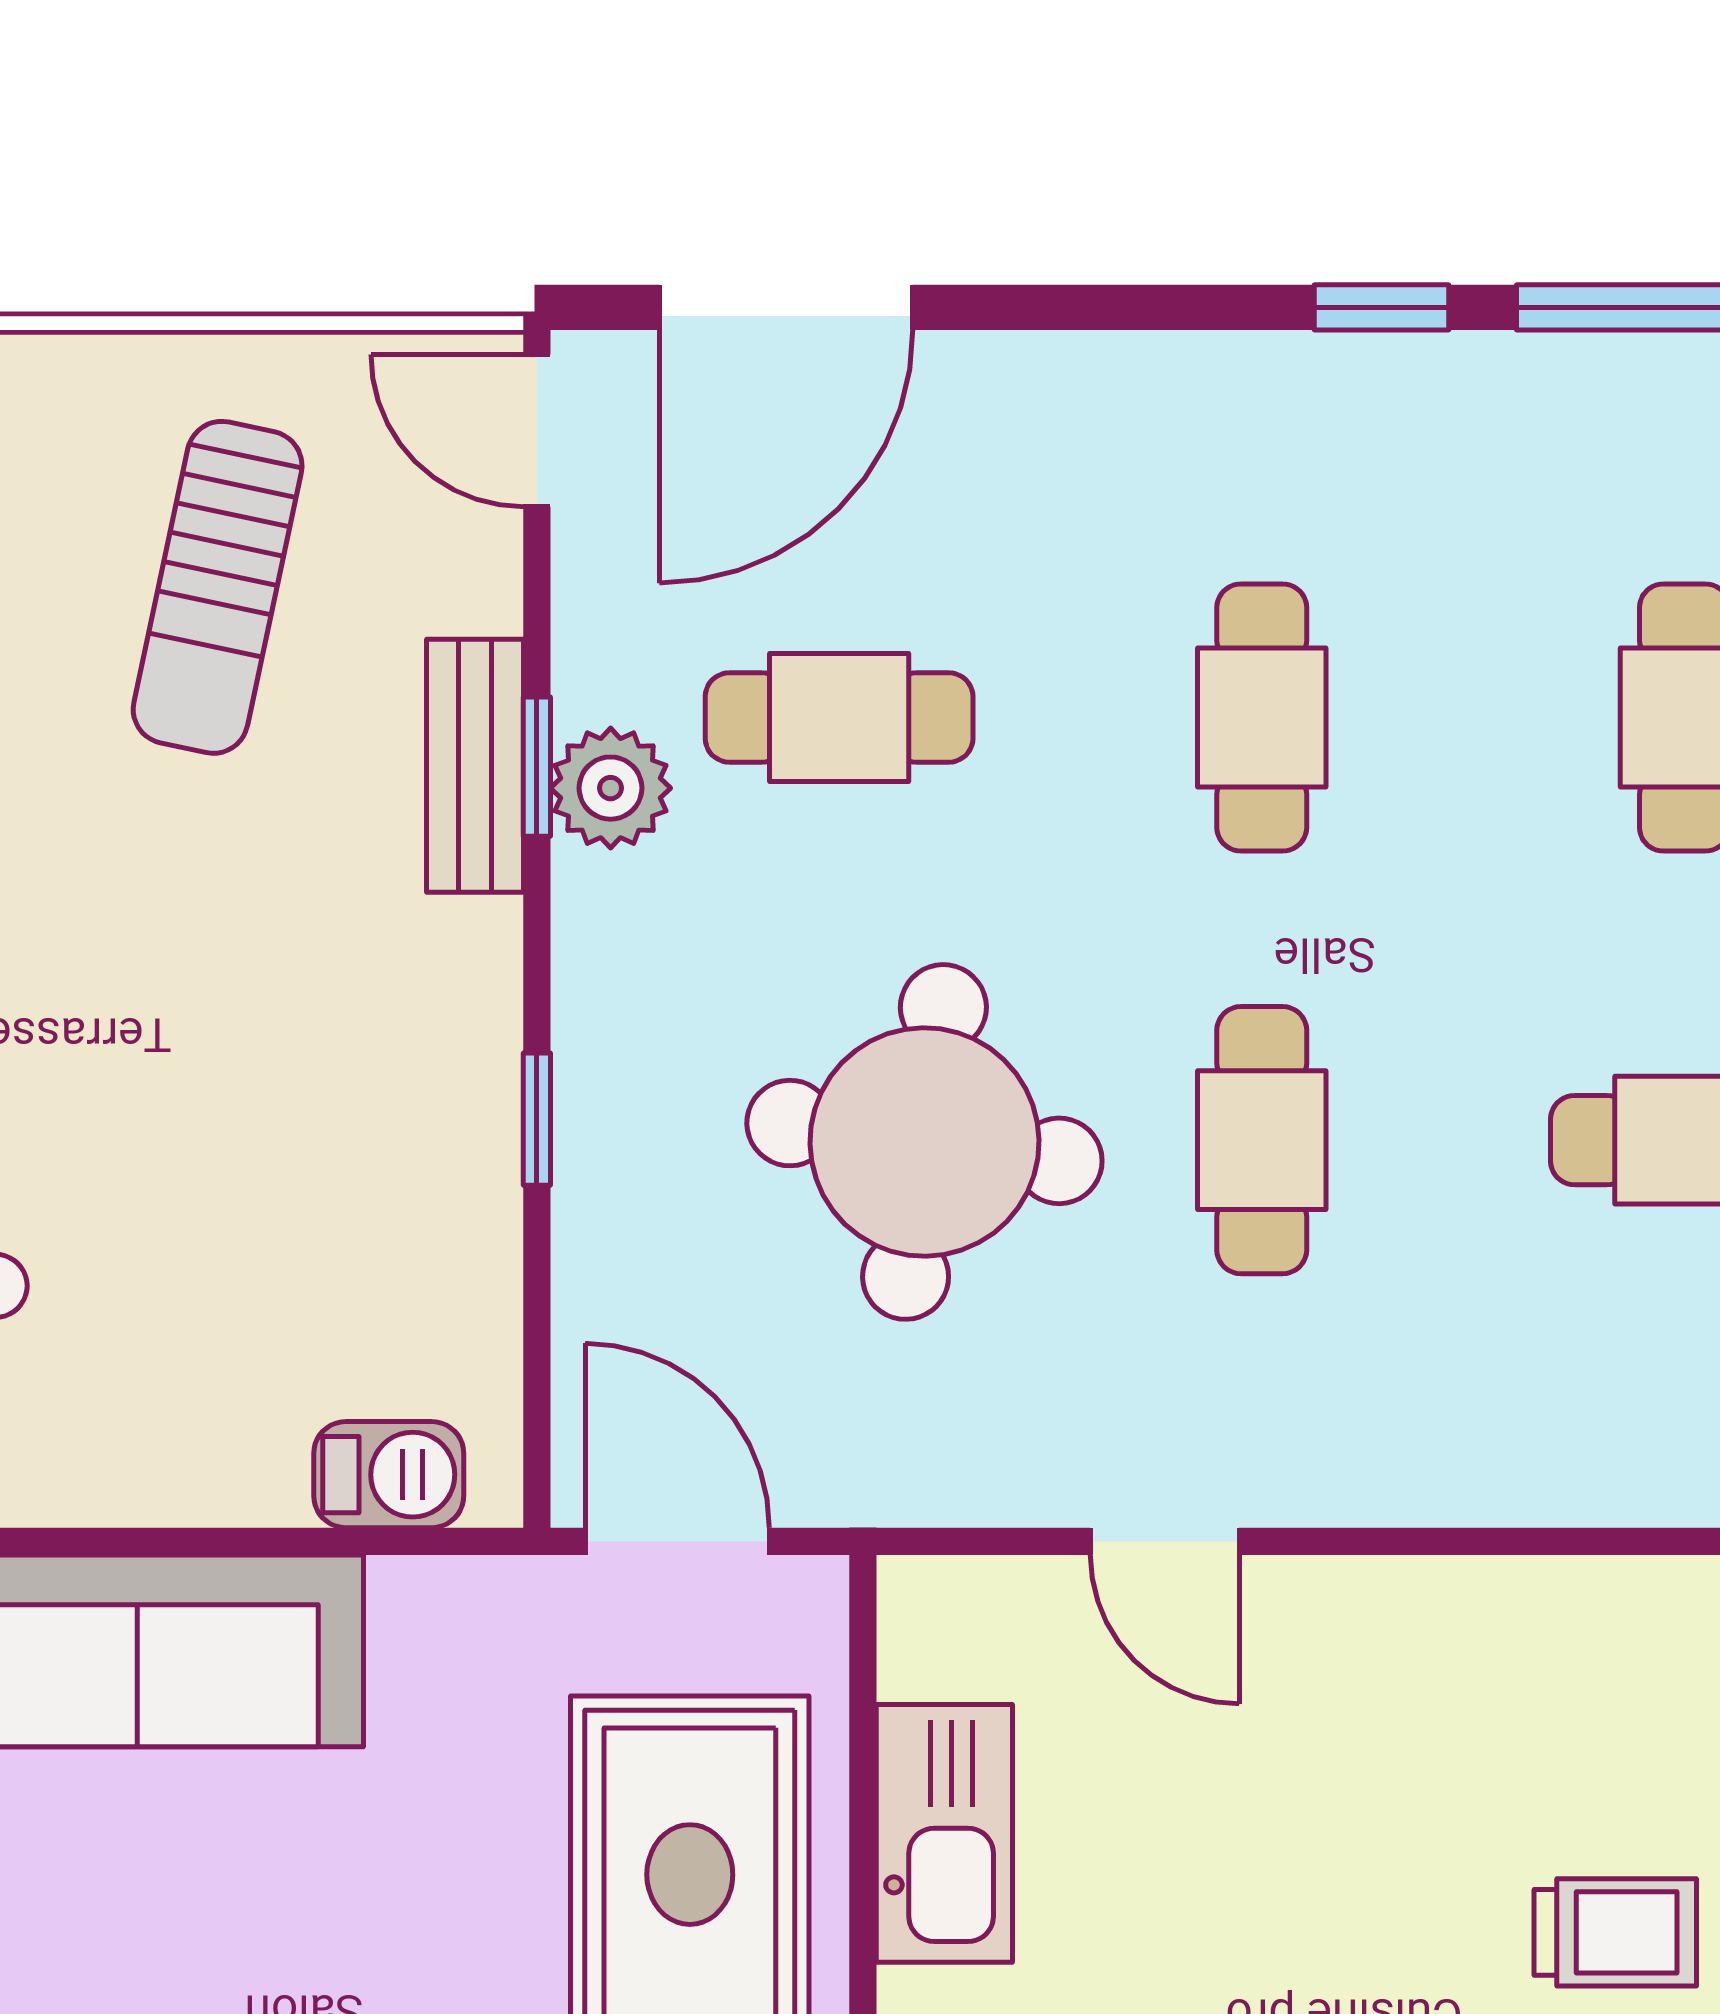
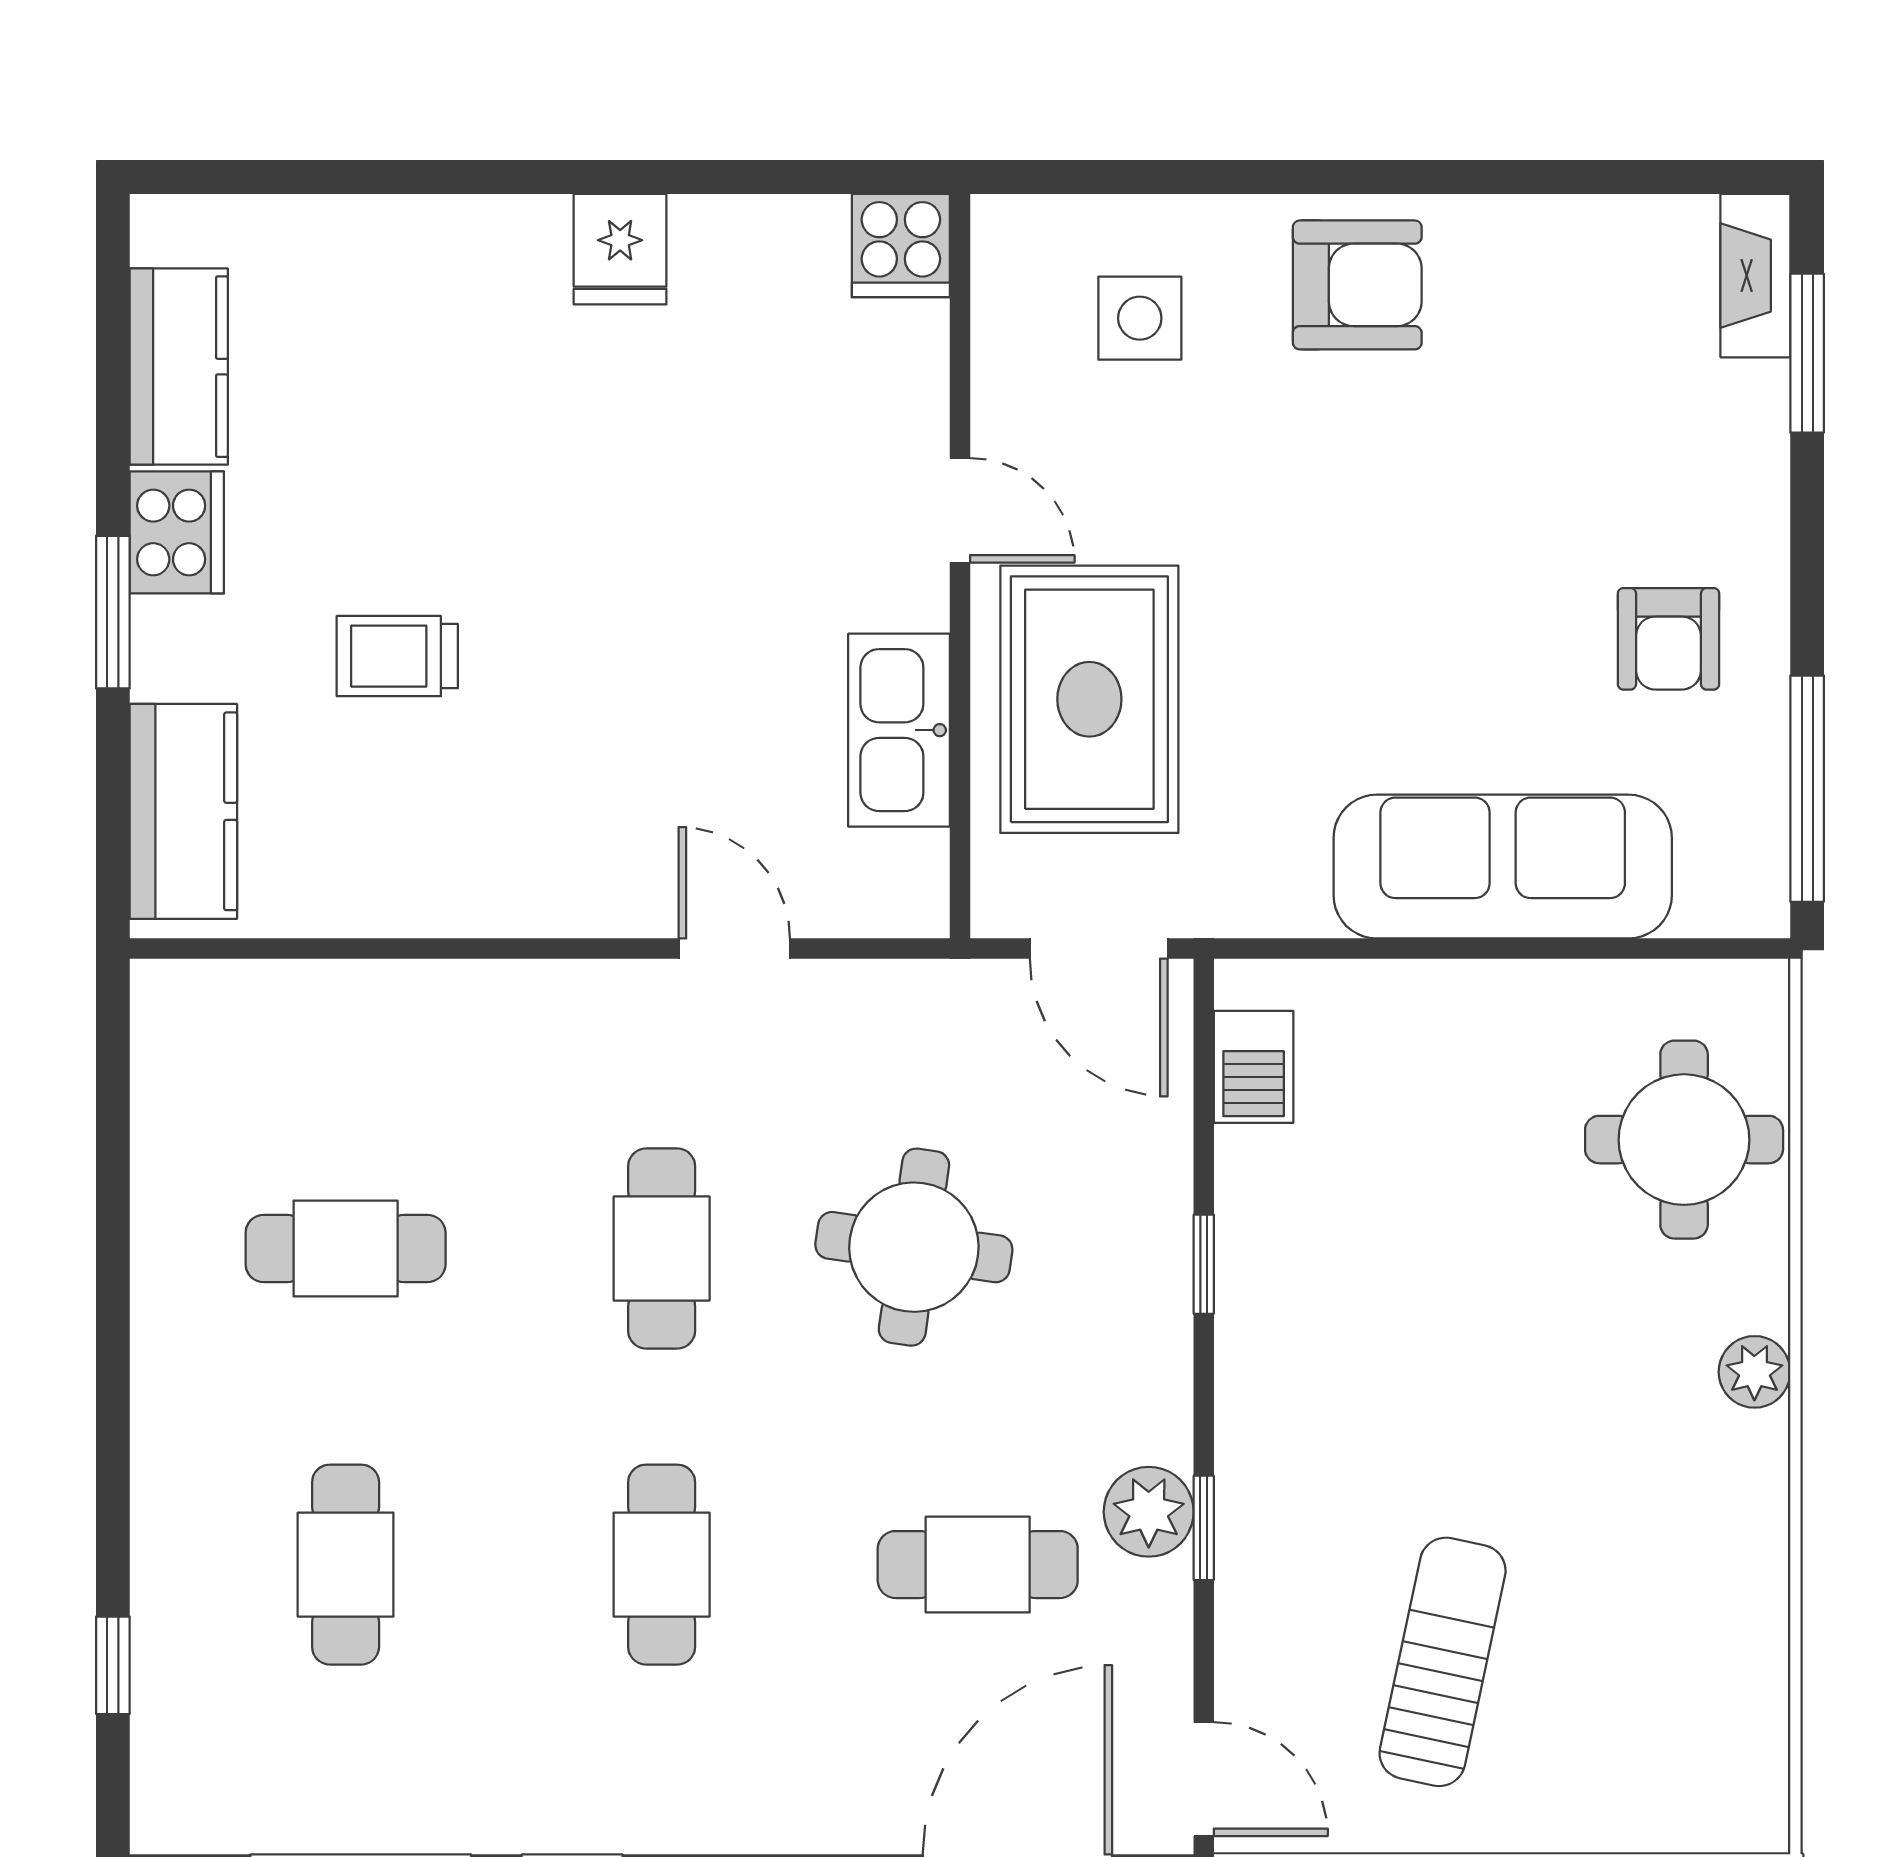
bench: (475, 766) -> (1250, 1529), removed
round table: (924, 1142) -> (914, 1247), width x0.73, depth x0.73
barbecue: (389, 1475) -> (1254, 1067), moved, turned -90

